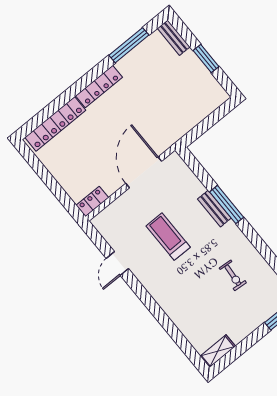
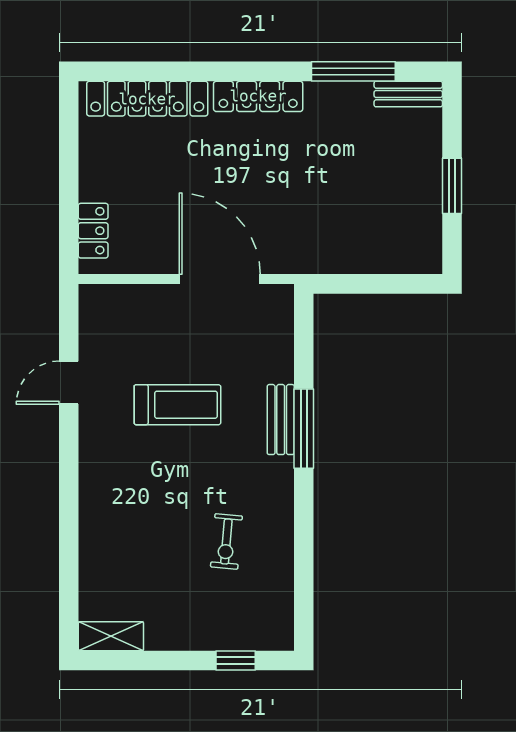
bench: (174, 38) -> (408, 94), moved, turned 90
door: (144, 172) -> (220, 279), hinge flipped
locker: (92, 201) -> (93, 231), moved, turned 90
treadmill: (168, 237) -> (177, 405), turned 90

